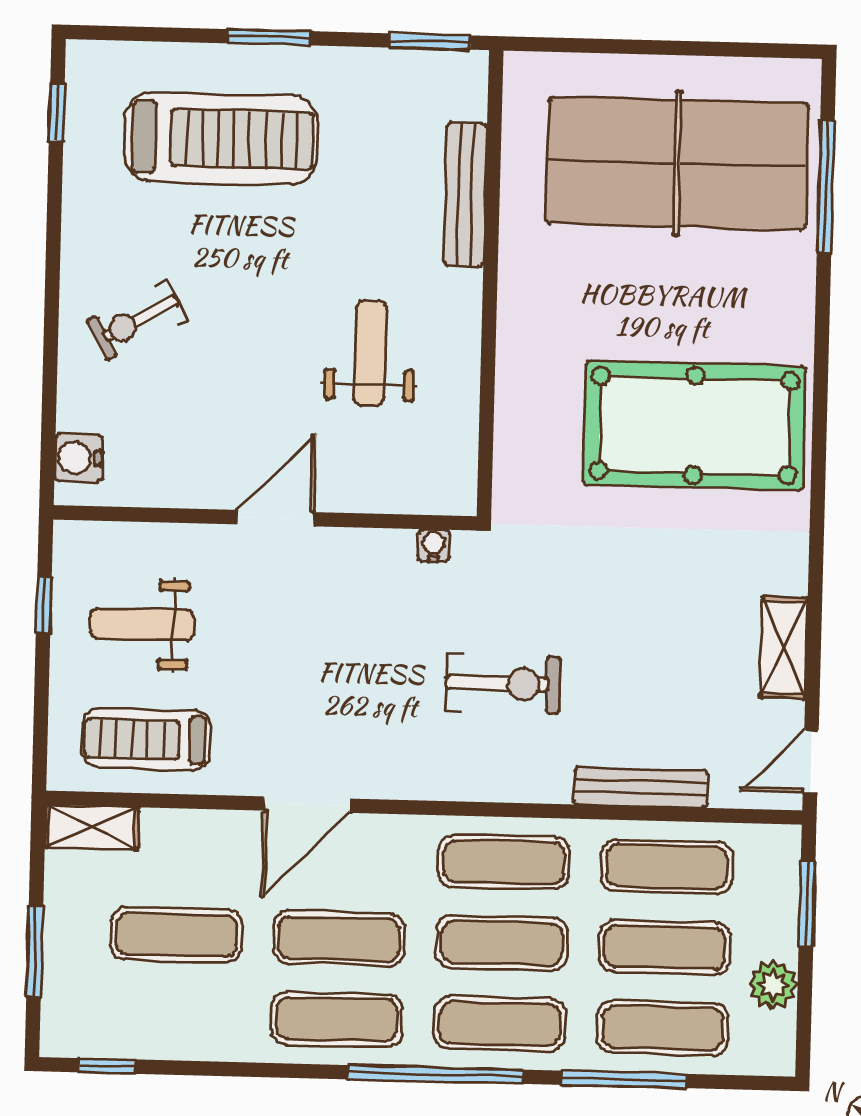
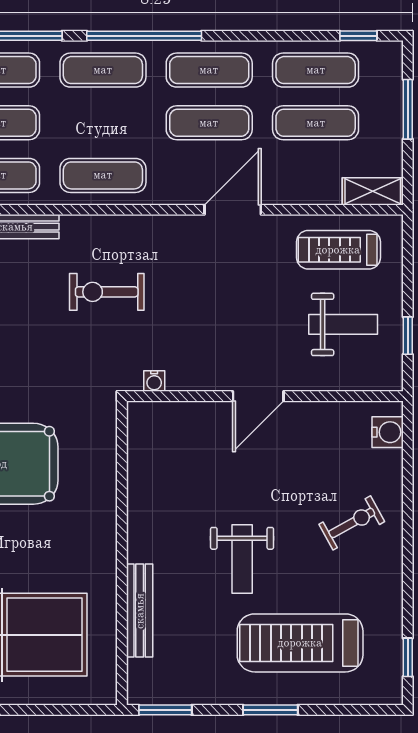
weight bench: (370, 353) -> (242, 559), moved
treadmill: (146, 739) -> (338, 250), turned 180
exercise mat: (502, 943) -> (316, 70), moved

